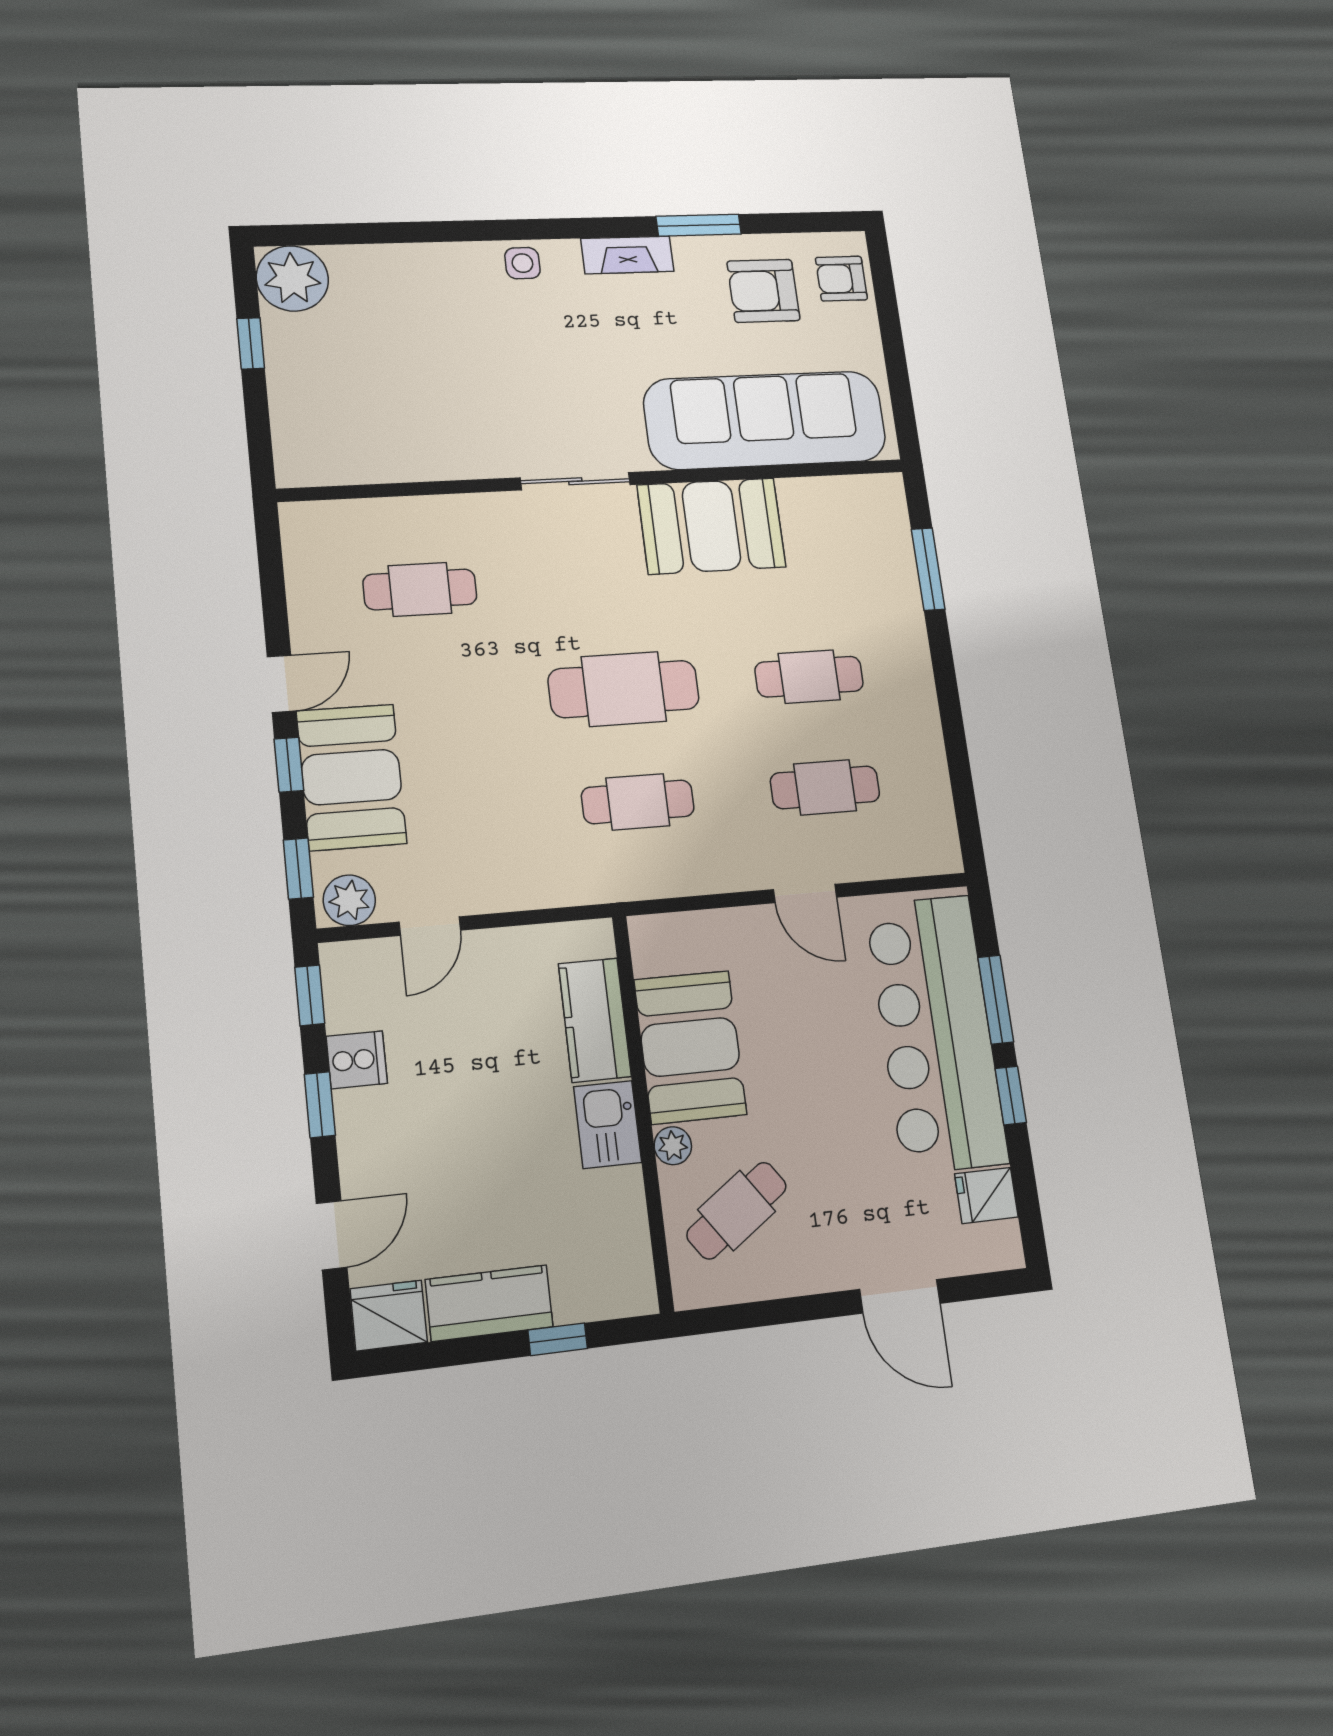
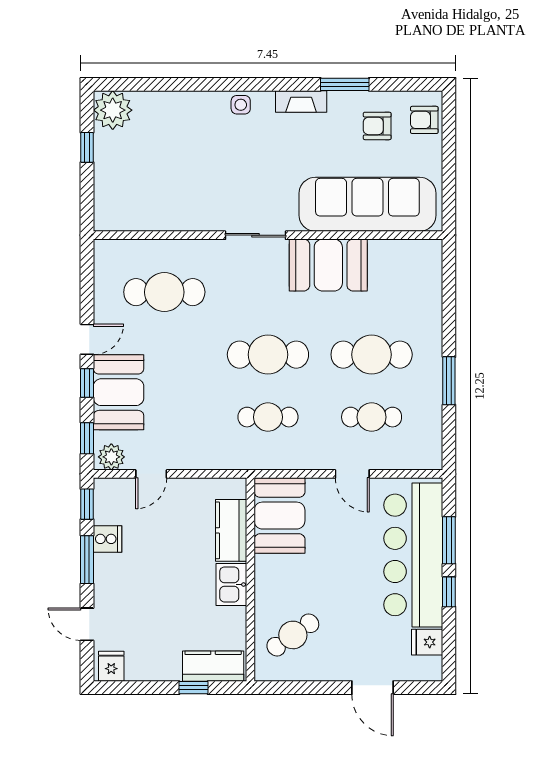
armchair: (763, 291) -> (377, 126), width x0.72, depth x0.72
window: (928, 569) -> (449, 381), moved
cafe table: (420, 589) -> (164, 292), width x1.37, depth x1.35
cafe table: (809, 677) -> (372, 355), width x1.37, depth x1.35
booth: (690, 1047) -> (279, 516), moved
window: (320, 1105) -> (87, 560), width x1.50
plant: (673, 1146) -> (264, 599), removed
door: (332, 1235) -> (87, 624), swing flipped
kitchen counter: (489, 1303) -> (213, 666), moved
fridge: (389, 1316) -> (111, 666), width x0.72

